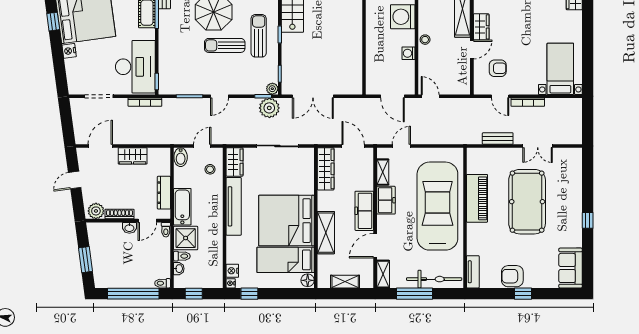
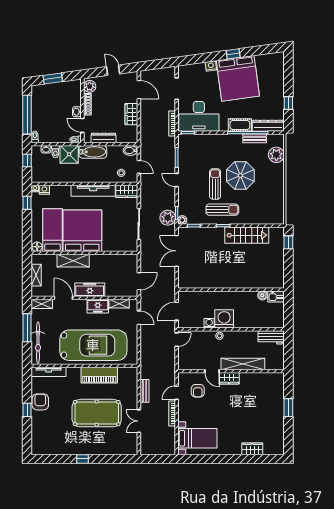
washing machine: (403, 17) -> (224, 319), moved
wardrobe: (326, 169) -> (122, 260), removed
sofa: (571, 268) -> (46, 446), removed
tv unit: (473, 272) -> (49, 372), width x1.41

